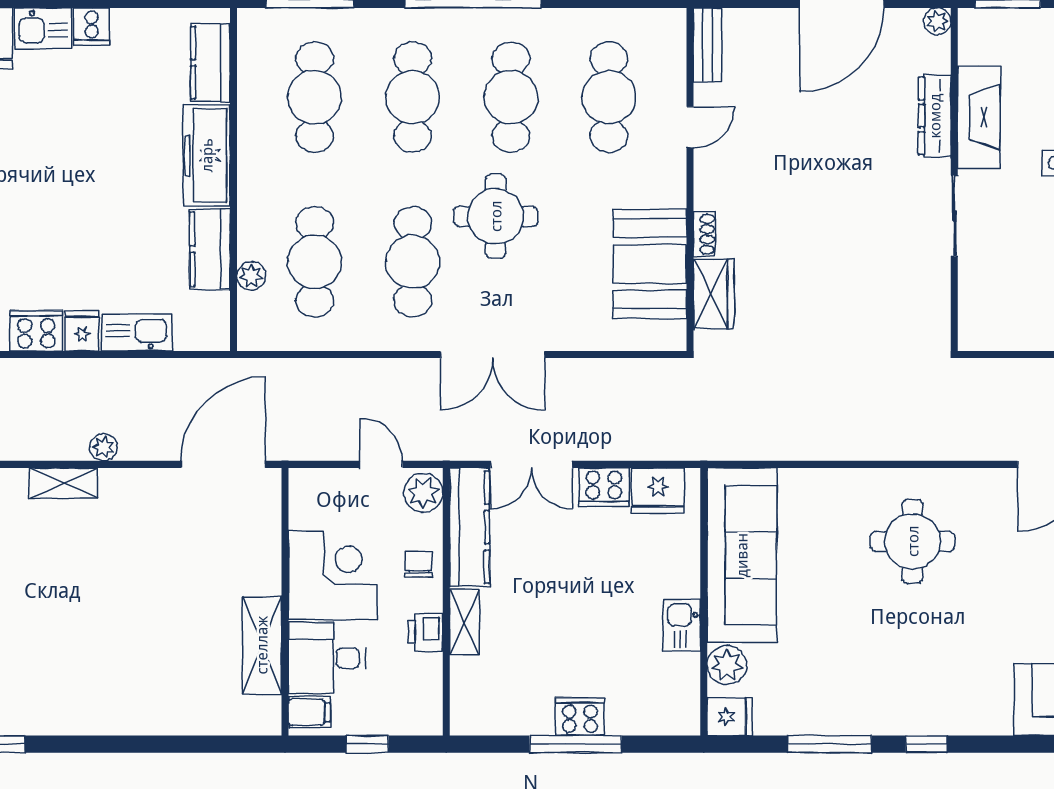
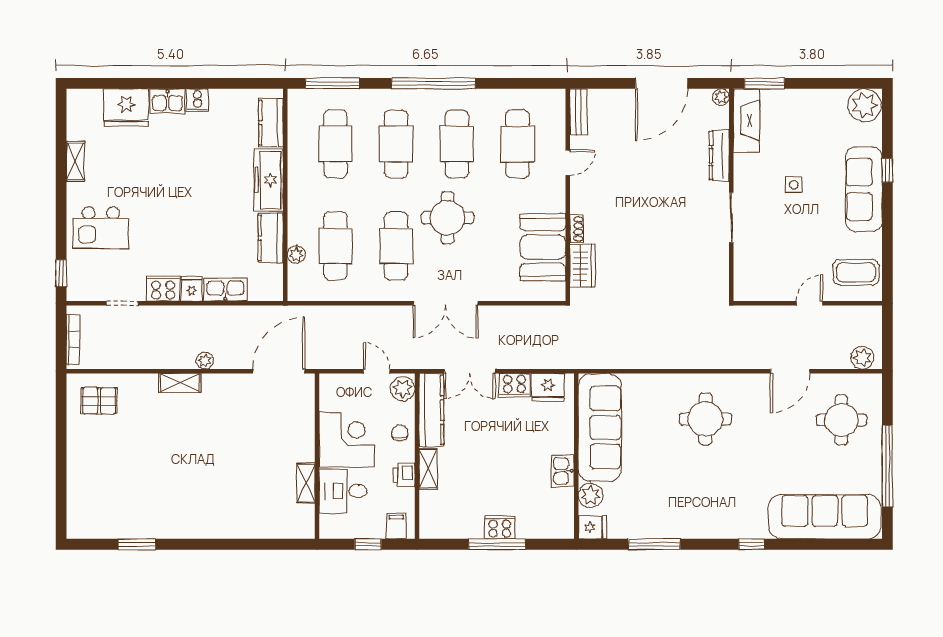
fireplace: (979, 117) -> (746, 121), moved
shelving: (262, 645) -> (306, 483), width x0.67, depth x0.75
filing cabinet: (309, 712) -> (396, 526), moved, turned -90
window: (926, 744) -> (751, 544), moved

